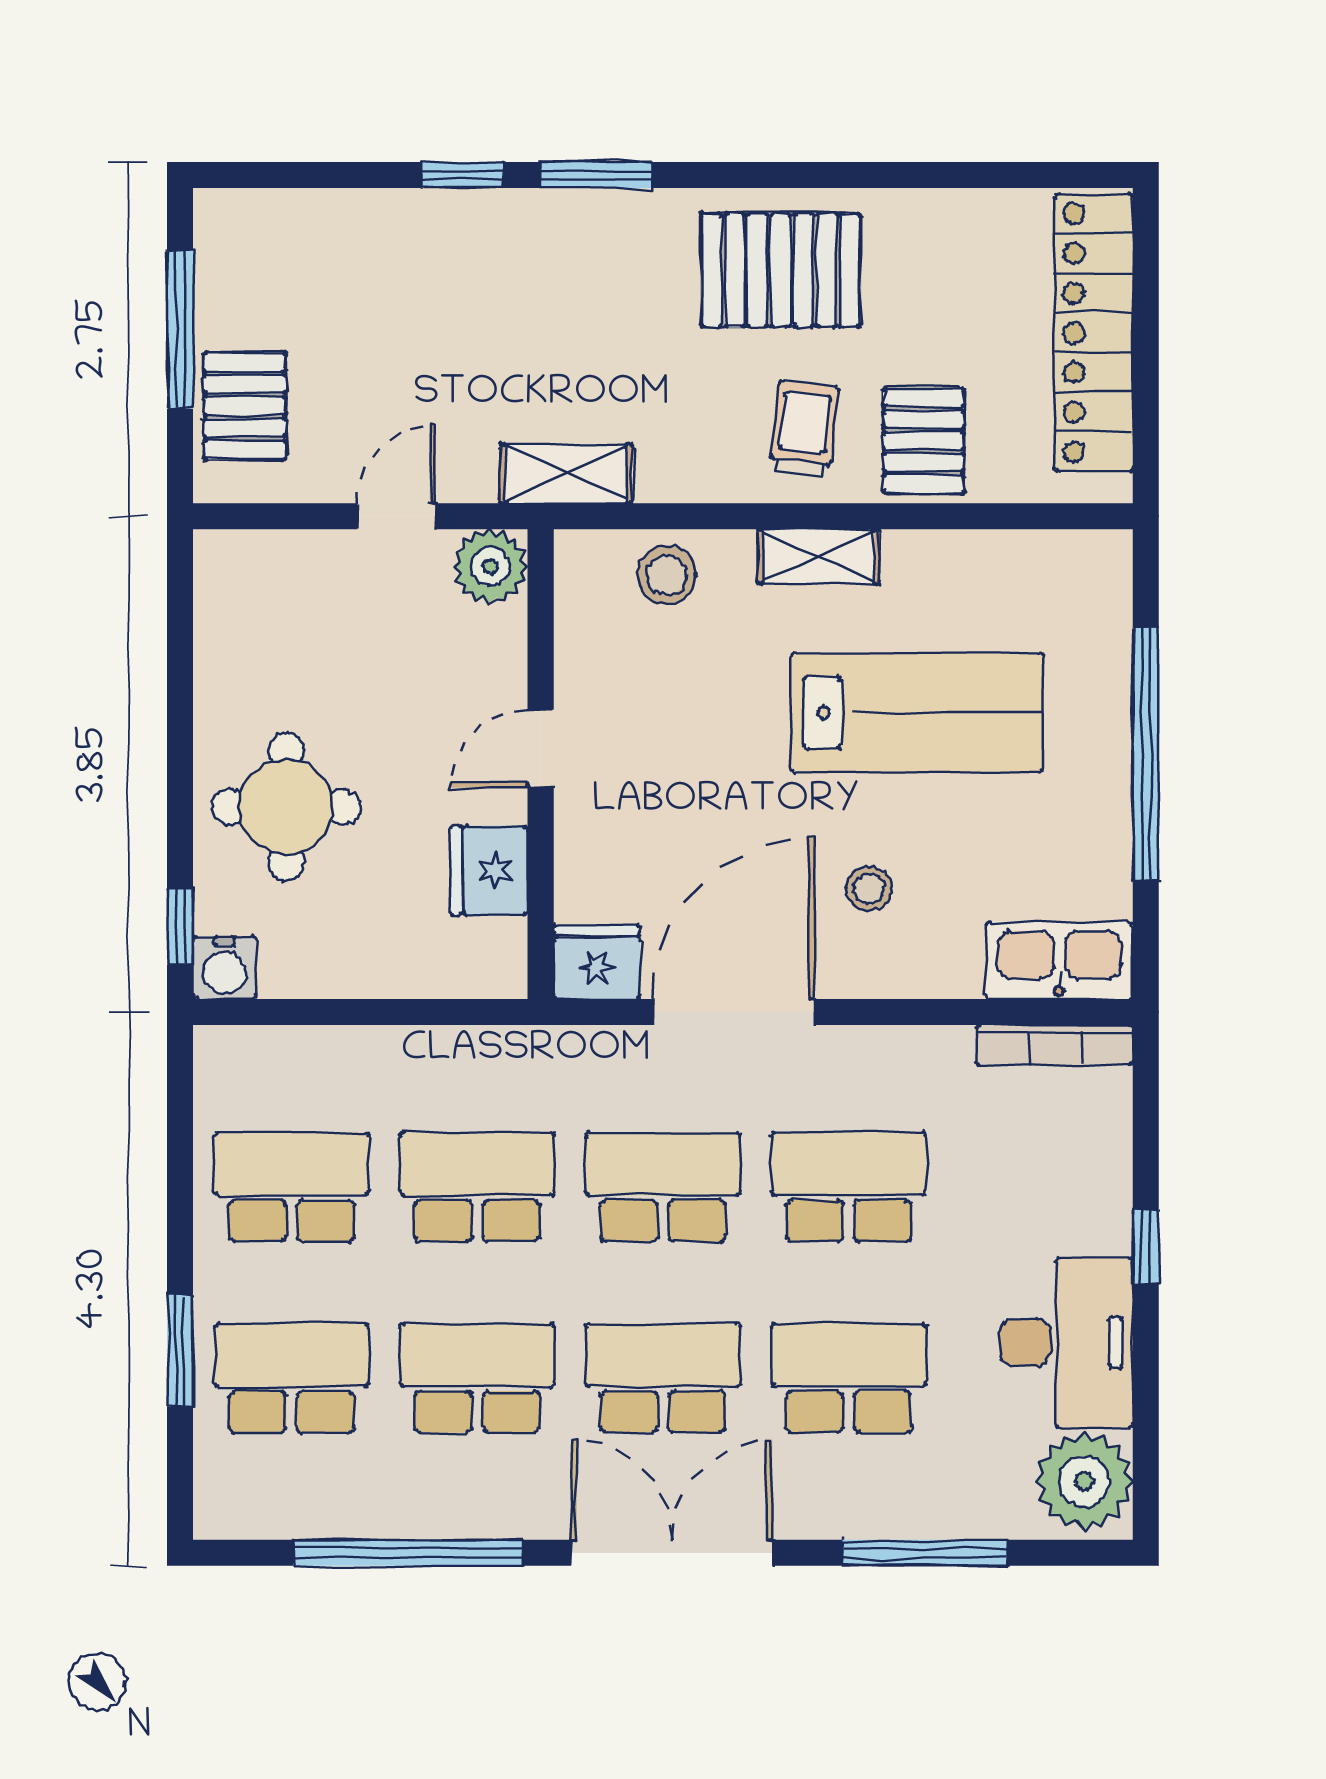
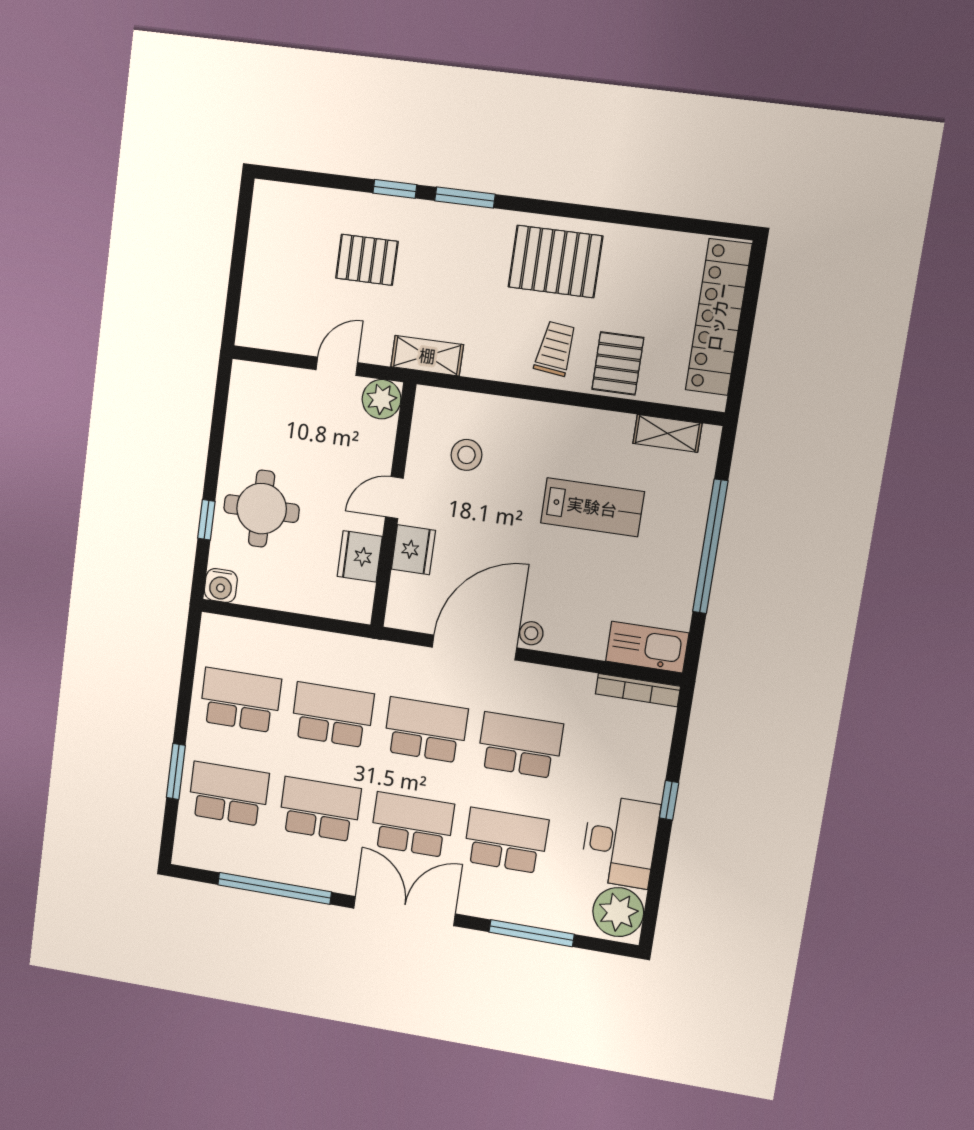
window: (180, 329) -> (239, 253), removed
pallet: (245, 406) -> (367, 260), moved, turned 90
shelving: (819, 556) -> (667, 433), moved
stool: (667, 575) -> (466, 455), moved
lab bench: (917, 713) -> (592, 507), width x0.73, depth x0.72
stool: (869, 889) -> (531, 633), moved
window: (180, 927) -> (206, 520), moved
fridge: (597, 962) -> (413, 550), moved, turned 90

